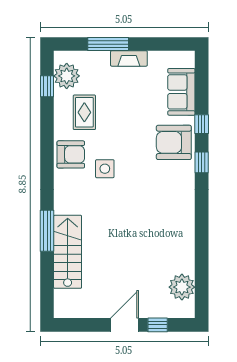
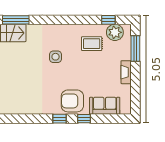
window: (108, 44) -> (135, 48), moved
armchair: (174, 142) -> (72, 101), turned -90
armchair: (71, 154) -> (65, 35), removed

